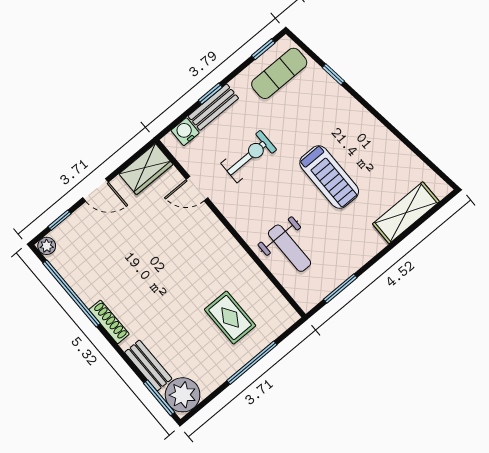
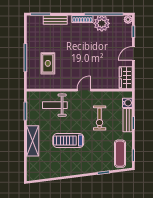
door: (197, 189) -> (84, 90), moved
shelving: (406, 213) -> (33, 141), moved
rug: (230, 318) -> (48, 63), turned 90
plant: (183, 395) -> (102, 23), moved

